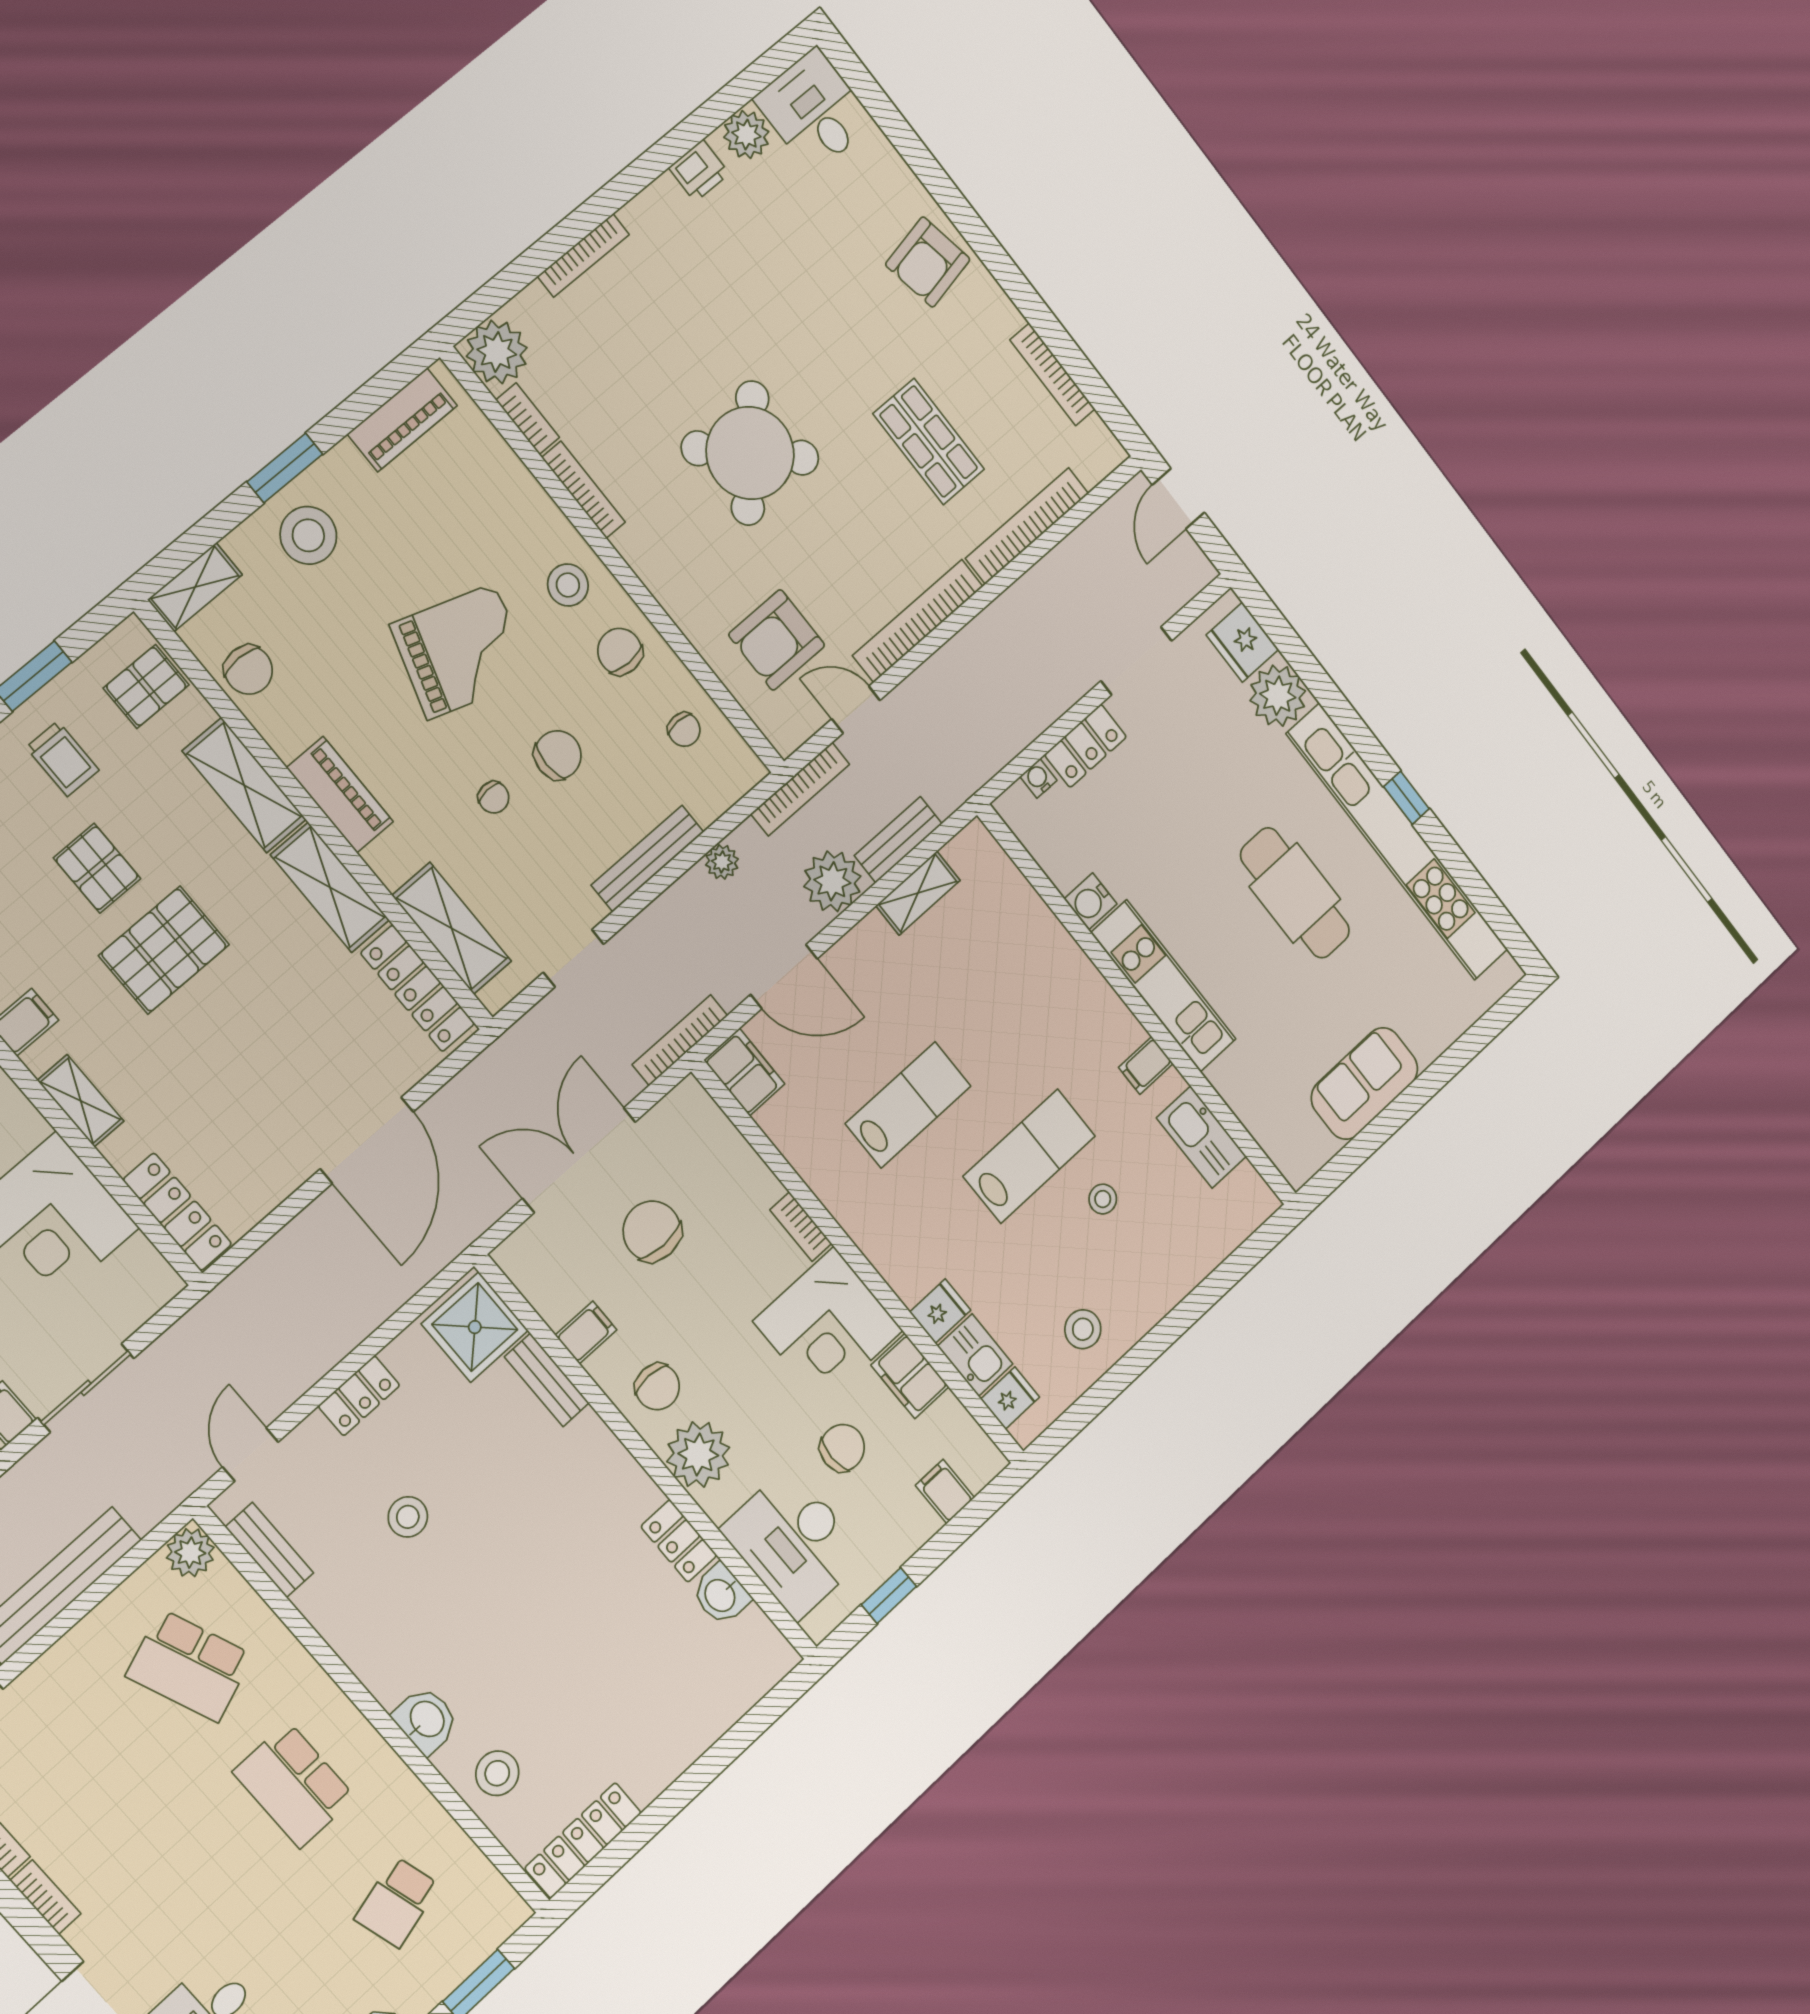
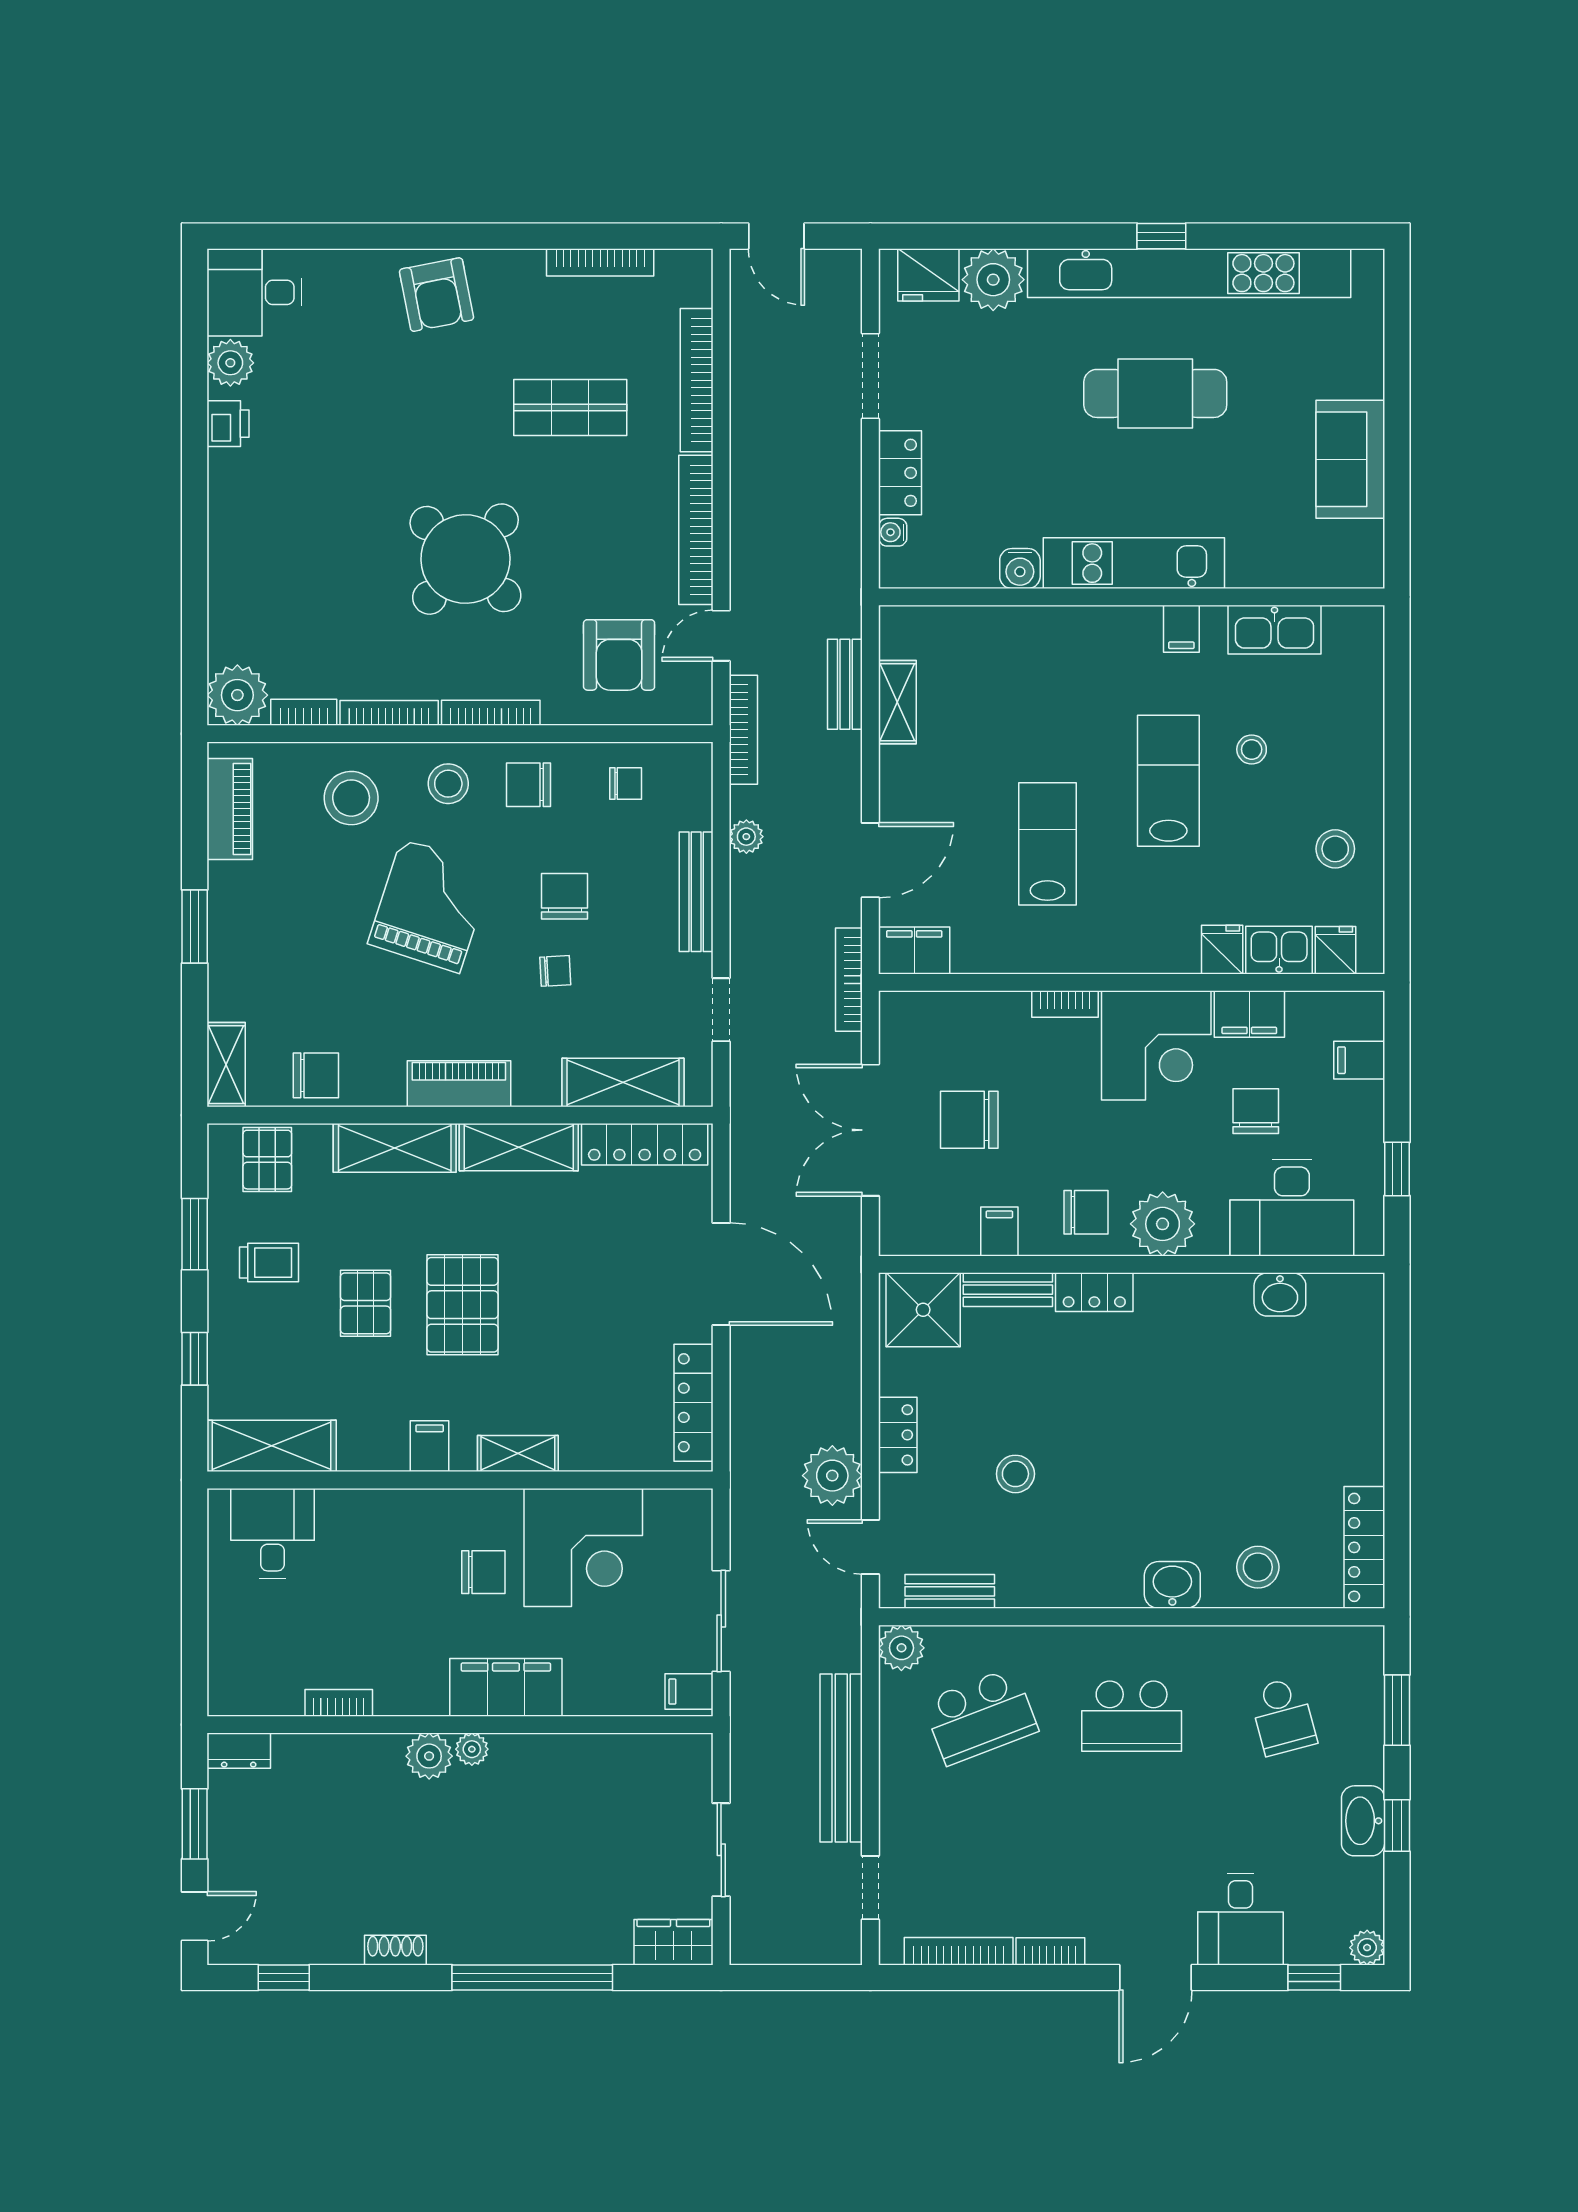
bookcase: (583, 255) -> (491, 713), moved, turned -90
stool: (308, 535) -> (351, 798), moved
pallet: (97, 868) -> (365, 1303), turned 90
plant: (832, 881) -> (832, 1476), moved
locker: (177, 1212) -> (693, 1403), moved, turned -90
locker: (679, 1541) -> (1094, 1292), moved

